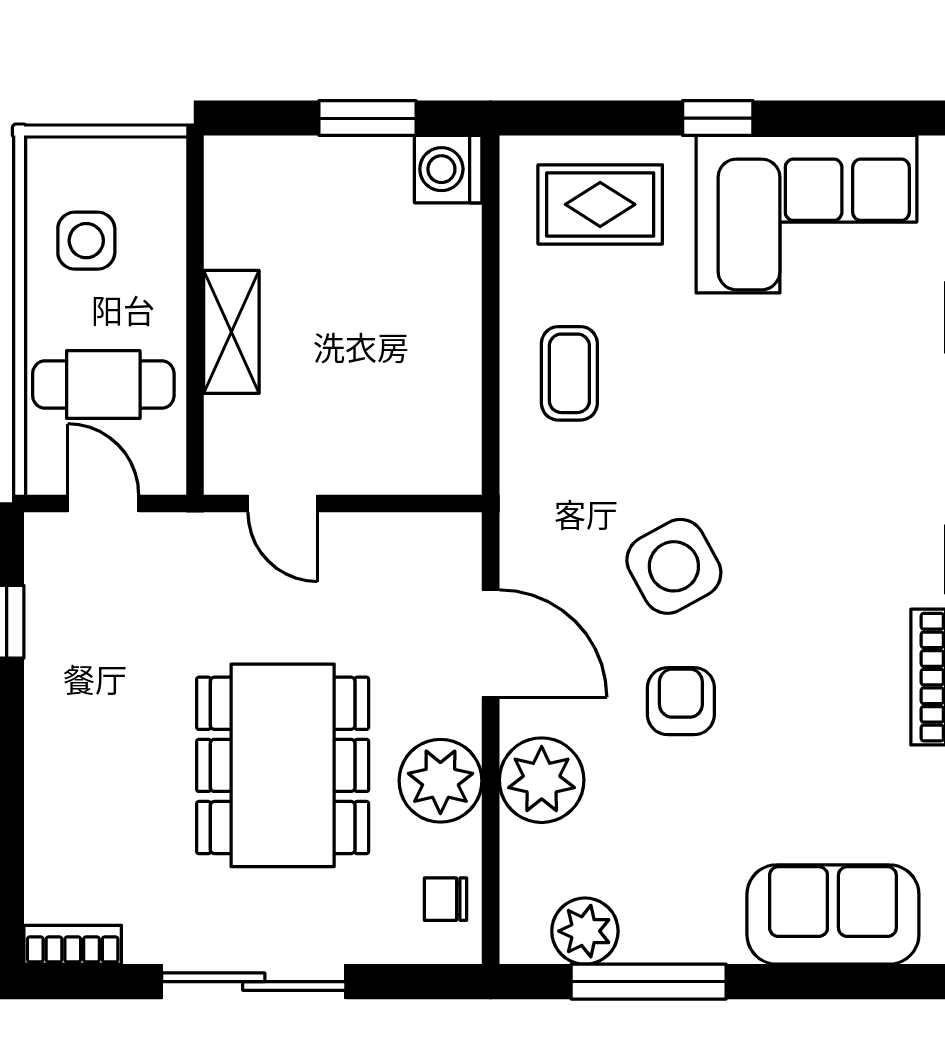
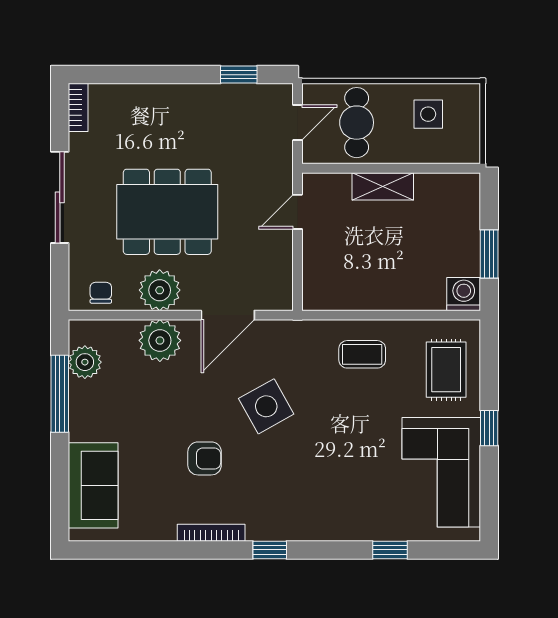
armchair: (681, 701) -> (205, 458), moved

